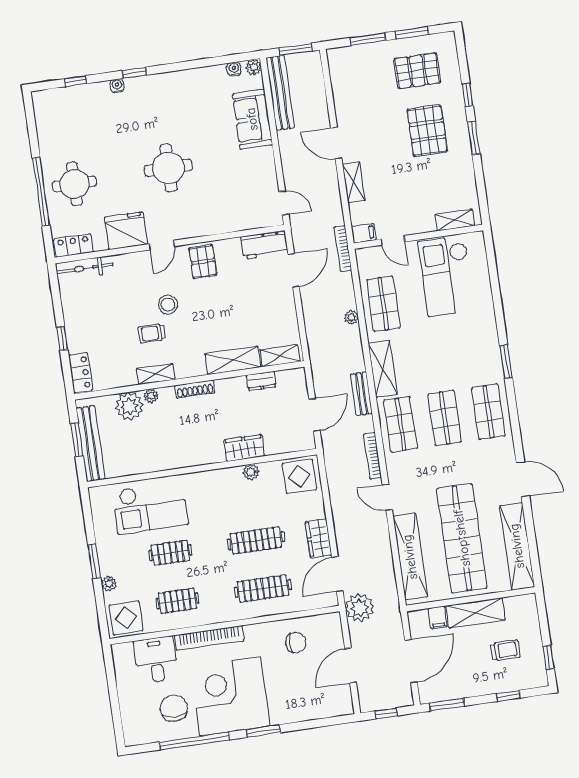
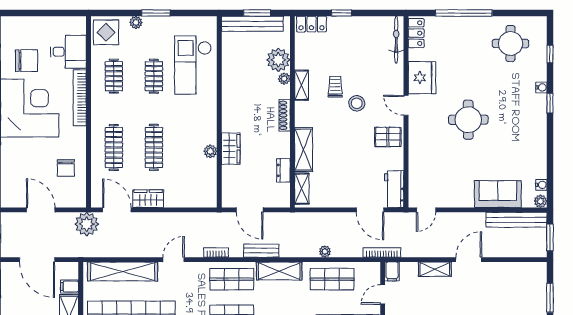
round table: (74, 184) -> (511, 44), moved
bookcase: (372, 456) -> (216, 252), width x0.64
display table: (299, 476) -> (201, 190), removed

